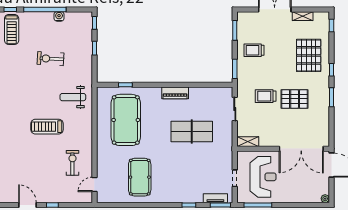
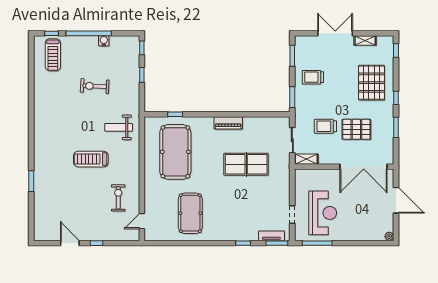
shelving: (248, 142) -> (306, 159), moved
wall: (283, 149) -> (344, 167), moved
double door: (301, 149) -> (364, 167), moved

